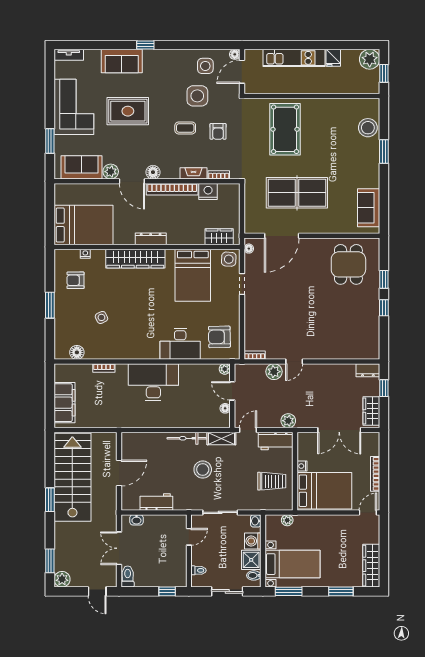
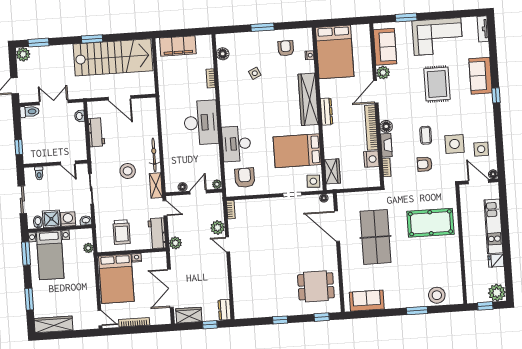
floor lamp: (153, 172) -> (386, 126), moved
window: (384, 279) -> (322, 317), moved

